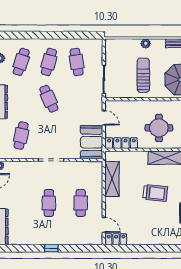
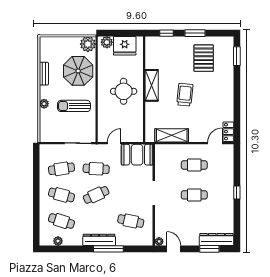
cafe table: (77, 99) -> (96, 169), added
locker: (121, 143) -> (138, 127), removed

